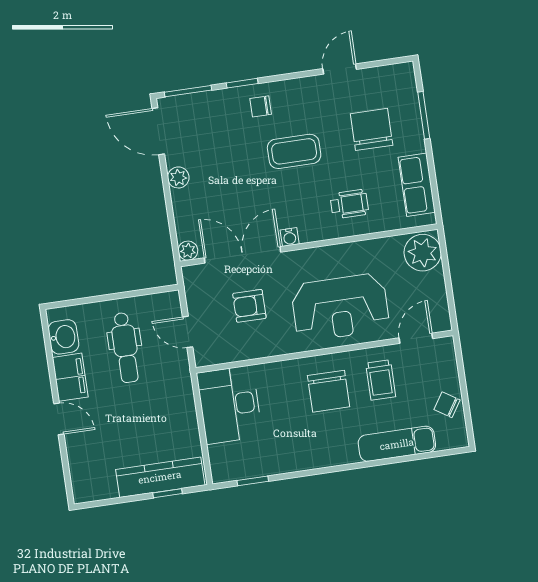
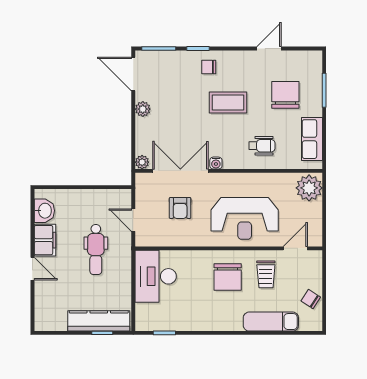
armchair: (249, 306) -> (180, 208), turned -90
dental chair: (125, 348) -> (96, 249), moved

